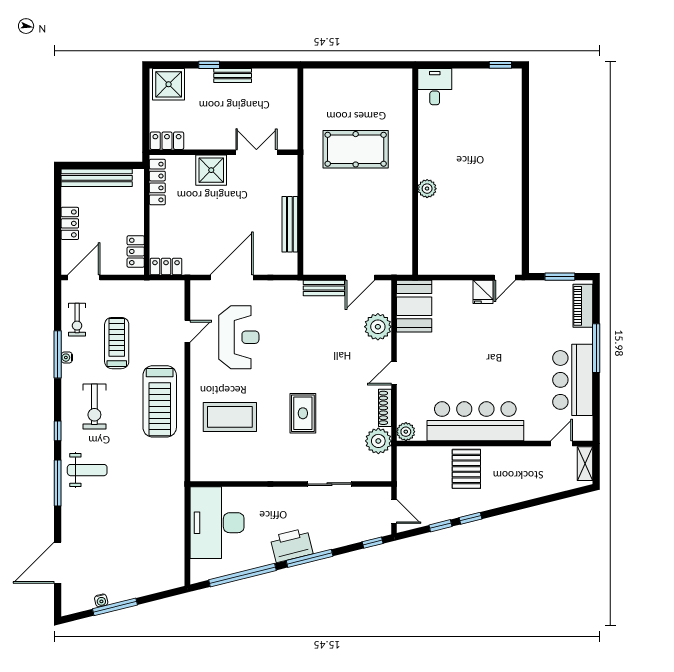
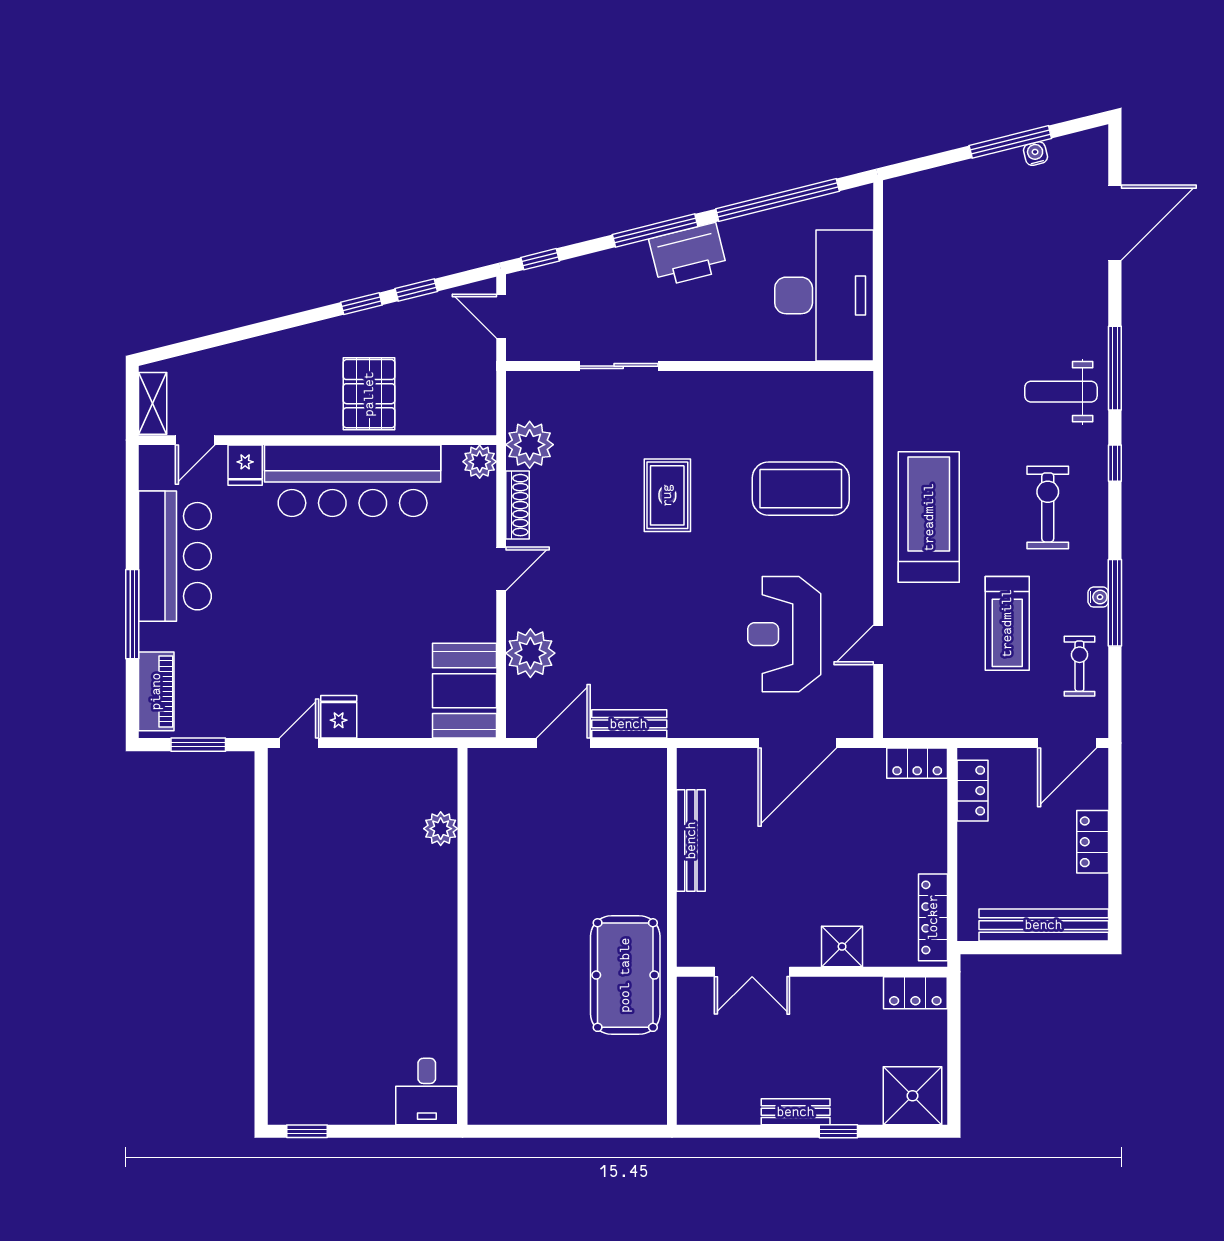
pool table: (356, 149) -> (625, 975), moved, turned 90
shower: (211, 170) -> (842, 947), width x0.73, depth x0.73
plant: (427, 189) -> (441, 829), moved
fridge: (534, 430) -> (245, 465), added

